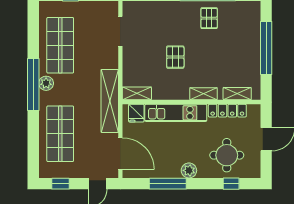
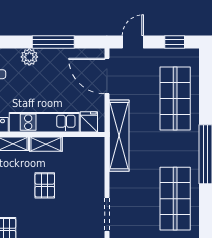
plant: (46, 83) -> (191, 156), removed
shelving: (137, 93) -> (46, 144), moved

